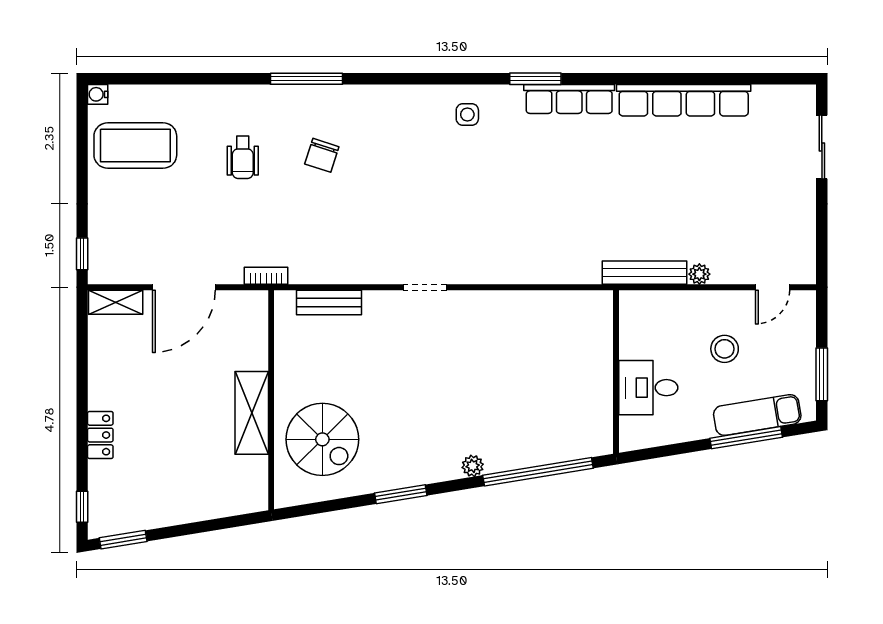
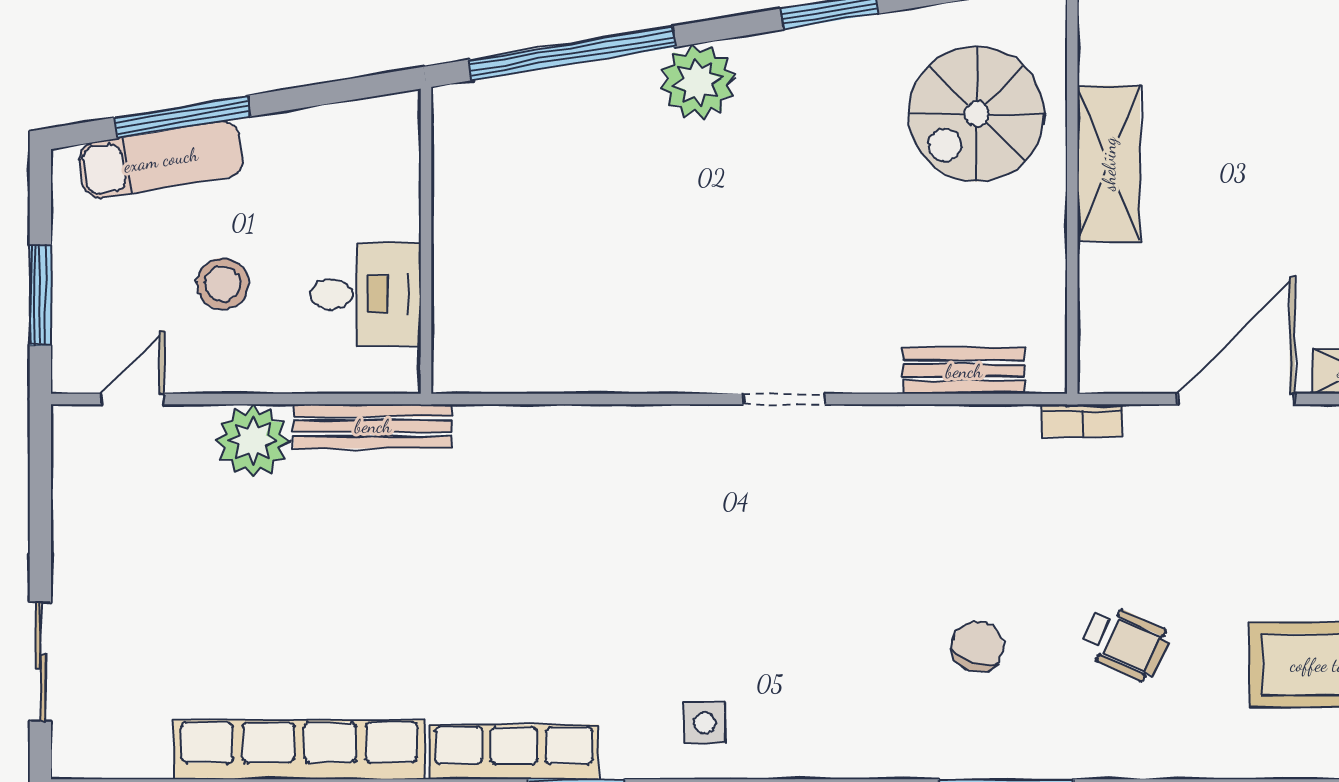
wheelchair: (243, 157) -> (1126, 643), turned 115
plant: (699, 274) -> (253, 441), width x1.87, depth x1.87
window: (822, 374) -> (40, 295), moved
desk: (648, 388) -> (366, 294), moved
spiral stairs: (322, 439) -> (976, 114), turned -90
plant: (473, 466) -> (698, 82), width x1.87, depth x1.87

